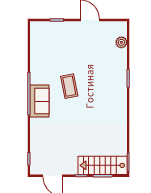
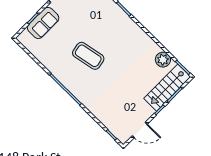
coffee table: (69, 86) -> (88, 56), width x1.36, depth x1.32
sofa: (39, 101) -> (43, 23), moved, turned 90
plant: (120, 142) -> (163, 60), added

